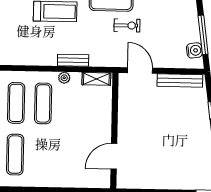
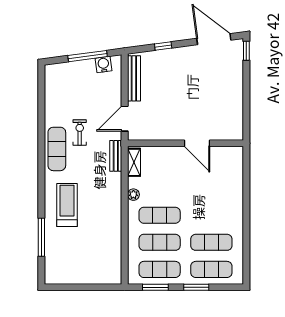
bench: (73, 60) -> (116, 156), moved
door: (114, 156) -> (197, 143), moved

